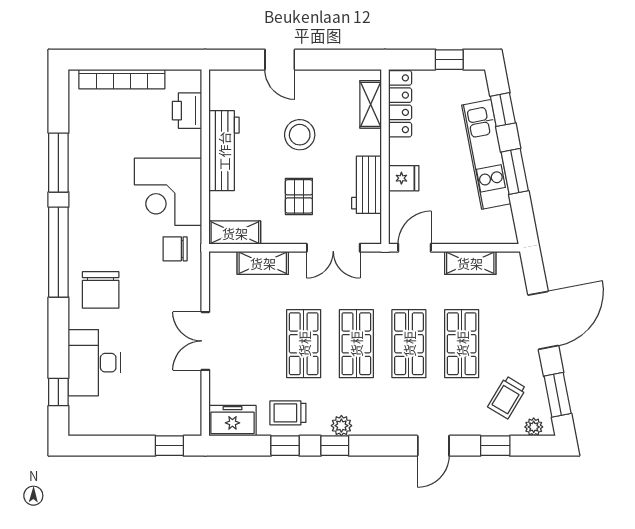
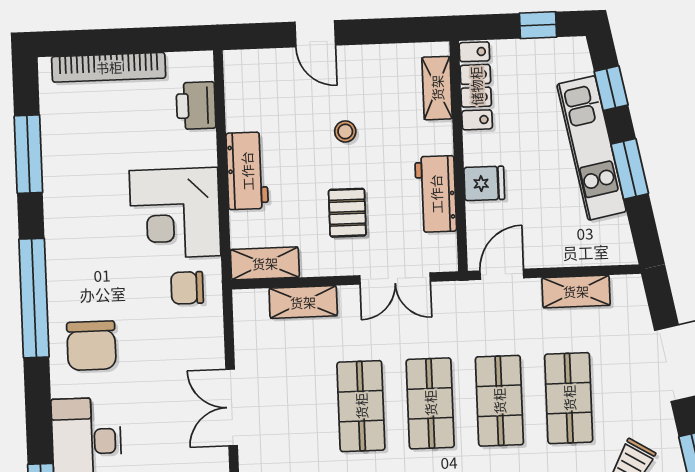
stool: (300, 135) -> (345, 131), width x0.53, depth x0.53
workbench: (224, 151) -> (247, 171), width x0.73
window: (58, 163) -> (28, 154), moved

